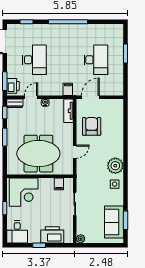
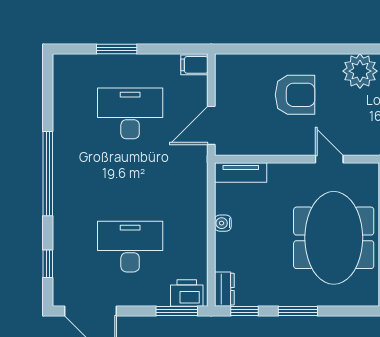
filing cabinet: (68, 89) -> (194, 65), moved
door: (31, 97) -> (211, 254), removed
door: (90, 97) -> (211, 125), hinge flipped
armchair: (92, 126) -> (295, 95), moved, turned 180

